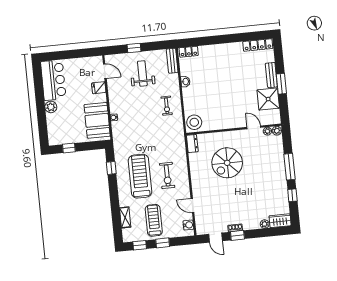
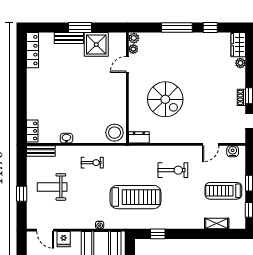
door: (105, 71) -> (45, 230), swing flipped
treadmill: (140, 176) -> (135, 197), moved, turned 180

